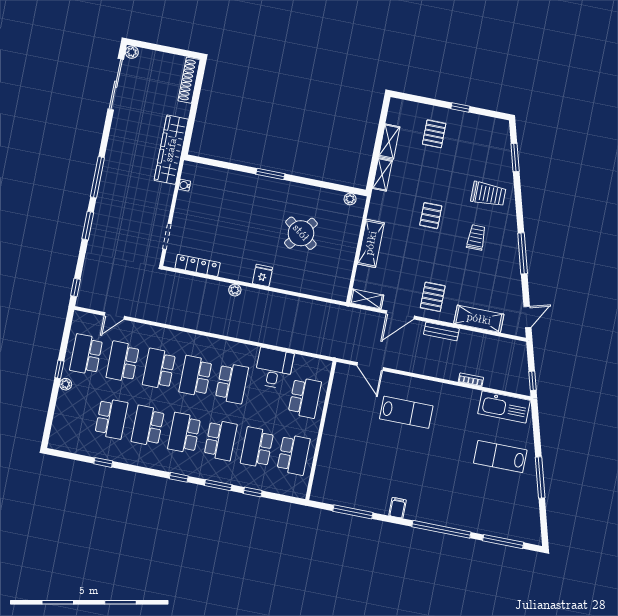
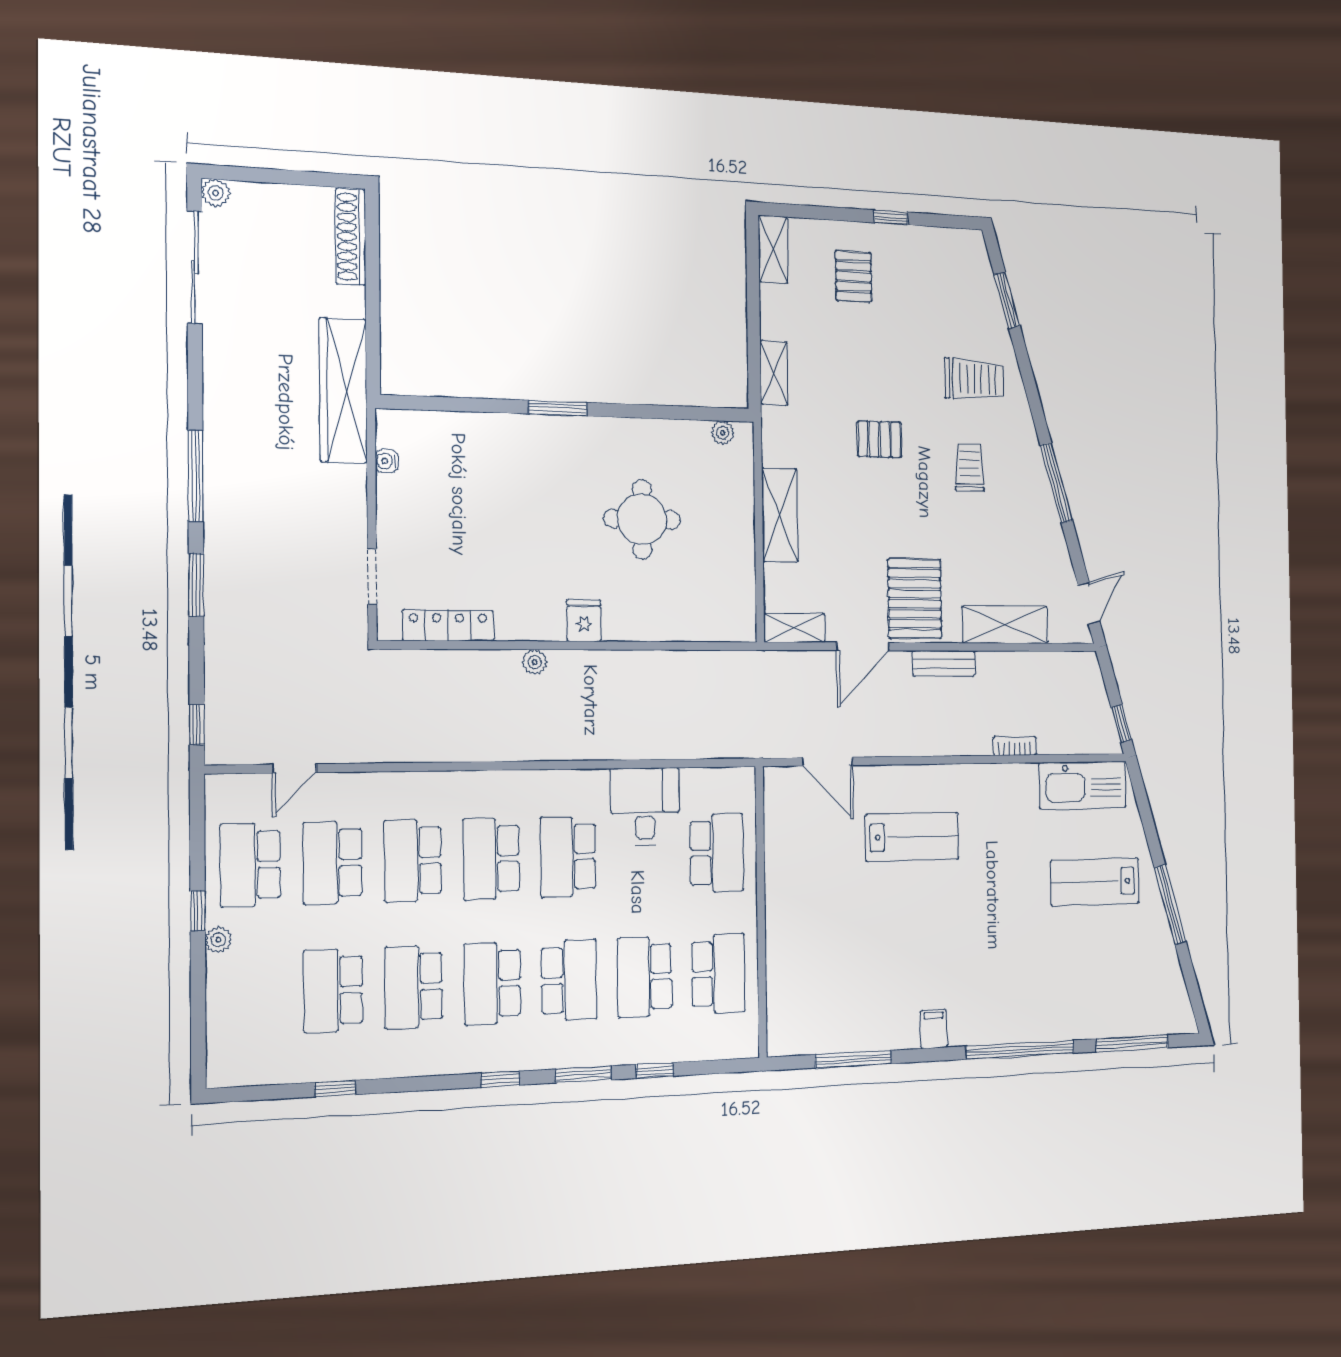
shelving: (389, 142) -> (773, 249), moved
pallet: (431, 216) -> (879, 439), turned 90
round table: (301, 233) -> (642, 519), turned -37
pallet: (433, 297) -> (915, 599), width x1.50, depth x1.42
school desk: (232, 383) -> (568, 857), turned 180
school desk: (111, 419) -> (333, 990), turned 180

